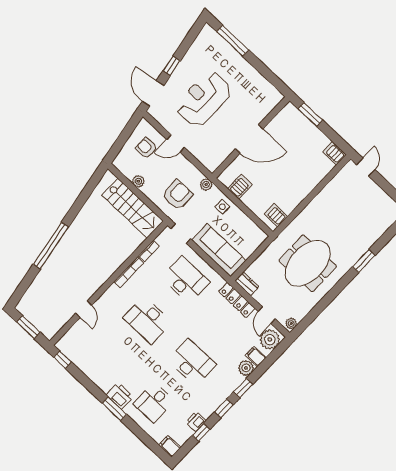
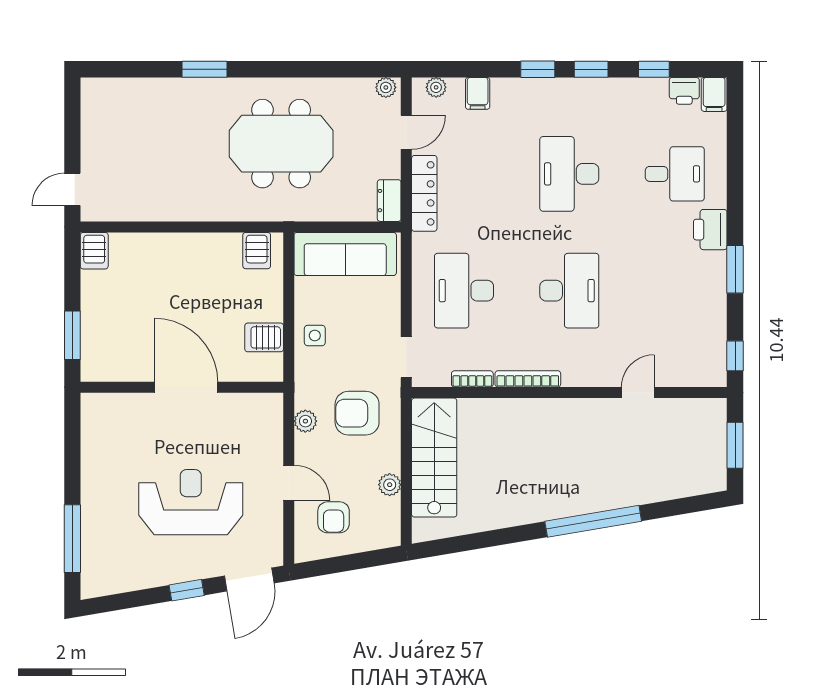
reception desk: (204, 99) -> (191, 502), turned 180
plant: (206, 185) -> (305, 421), moved
sofa: (219, 250) -> (345, 254), moved, turned -90
plant: (270, 340) -> (436, 87), width x0.53, depth x0.53
plant: (246, 368) -> (506, 92), removed
window: (114, 409) -> (735, 269), moved
printer: (196, 422) -> (684, 91), moved

